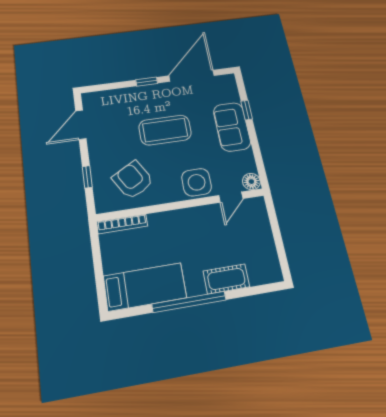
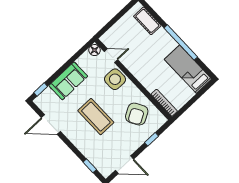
door: (192, 76) -> (51, 125), width x0.73
window: (147, 82) -> (90, 166), moved
window: (247, 110) -> (41, 90), moved
cot: (226, 279) -> (147, 21), moved

